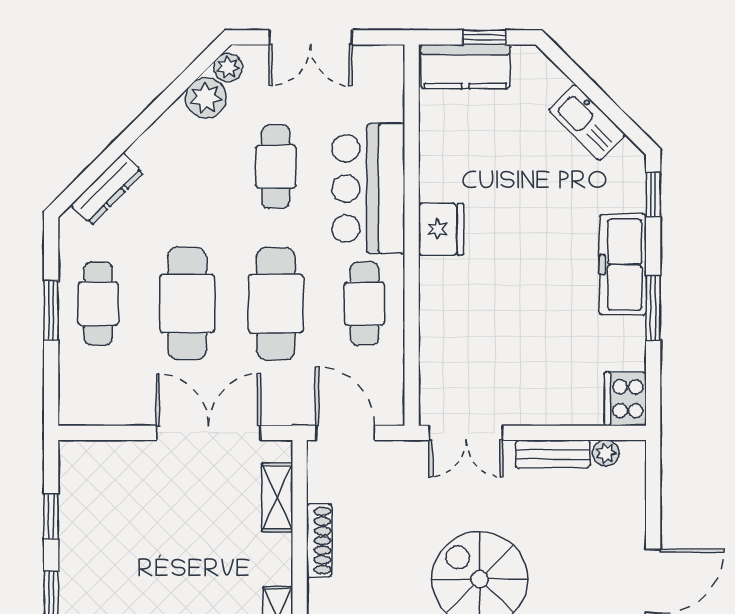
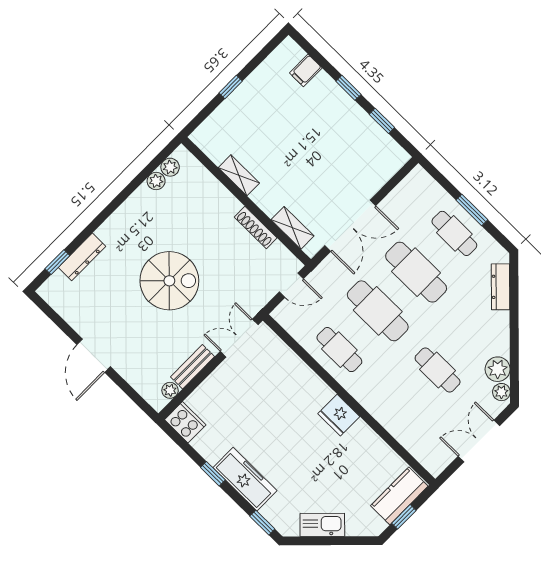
bar counter: (368, 188) -> (388, 401), removed
window: (653, 308) -> (213, 474), width x0.67
door: (345, 433) -> (291, 285), width x0.73

